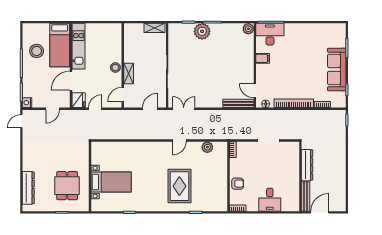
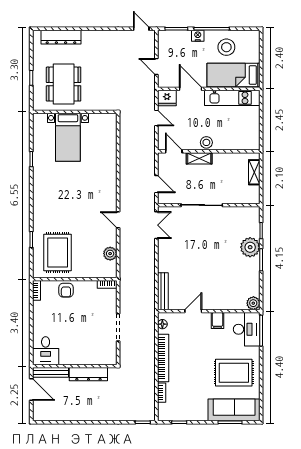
shelving: (154, 28) -> (254, 172), moved
rug: (306, 45) -> (234, 373), added
sofa: (337, 69) -> (234, 410), moved
door: (255, 91) -> (193, 311), moved
nightstand: (27, 103) -> (198, 36), moved
dining table: (67, 186) -> (64, 84), width x1.38
rug: (179, 186) -> (58, 252), moved, turned 90
desk: (270, 200) -> (46, 351), moved, turned -90

